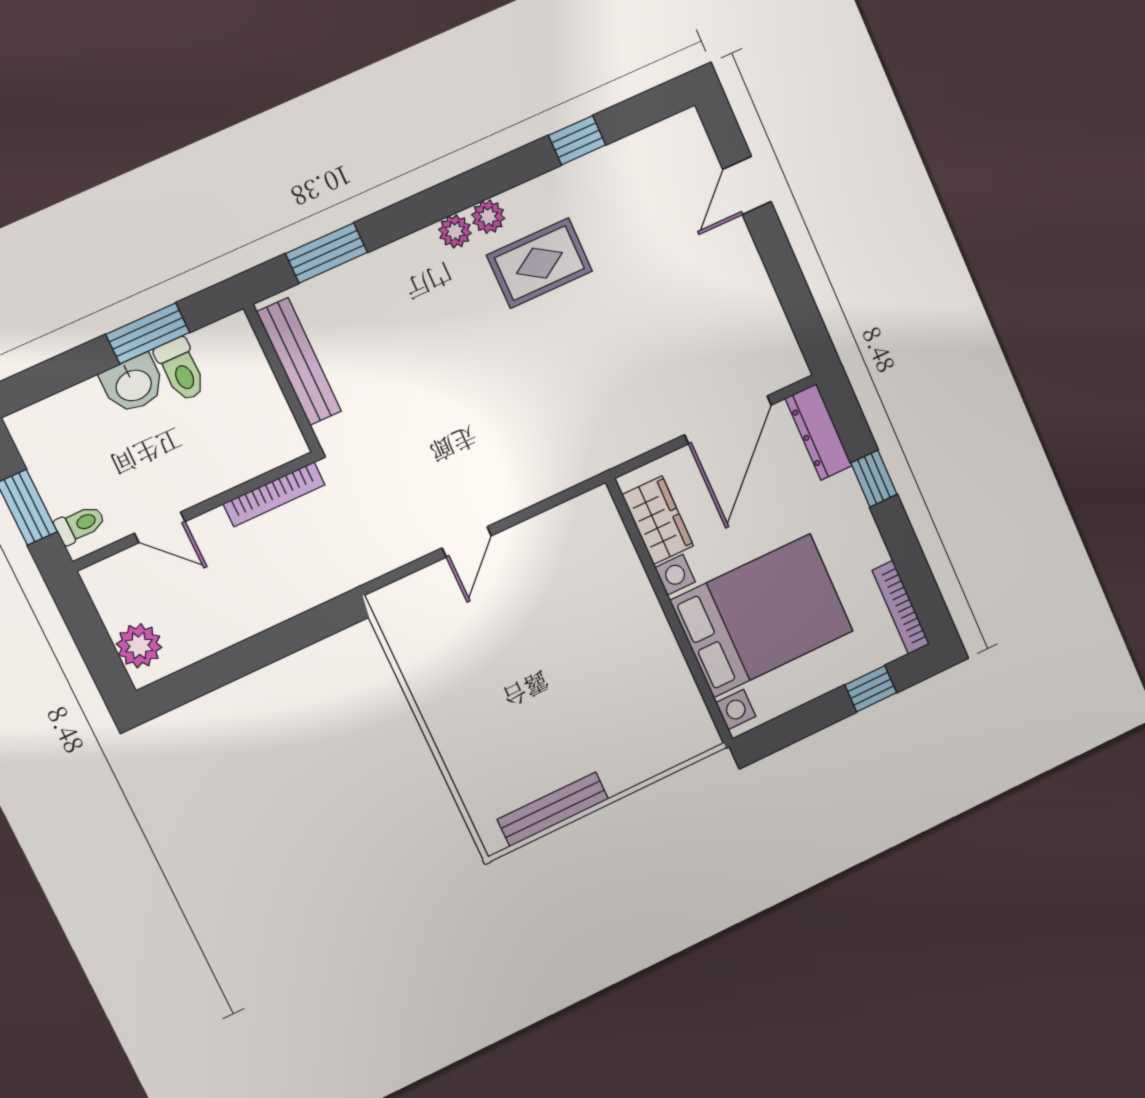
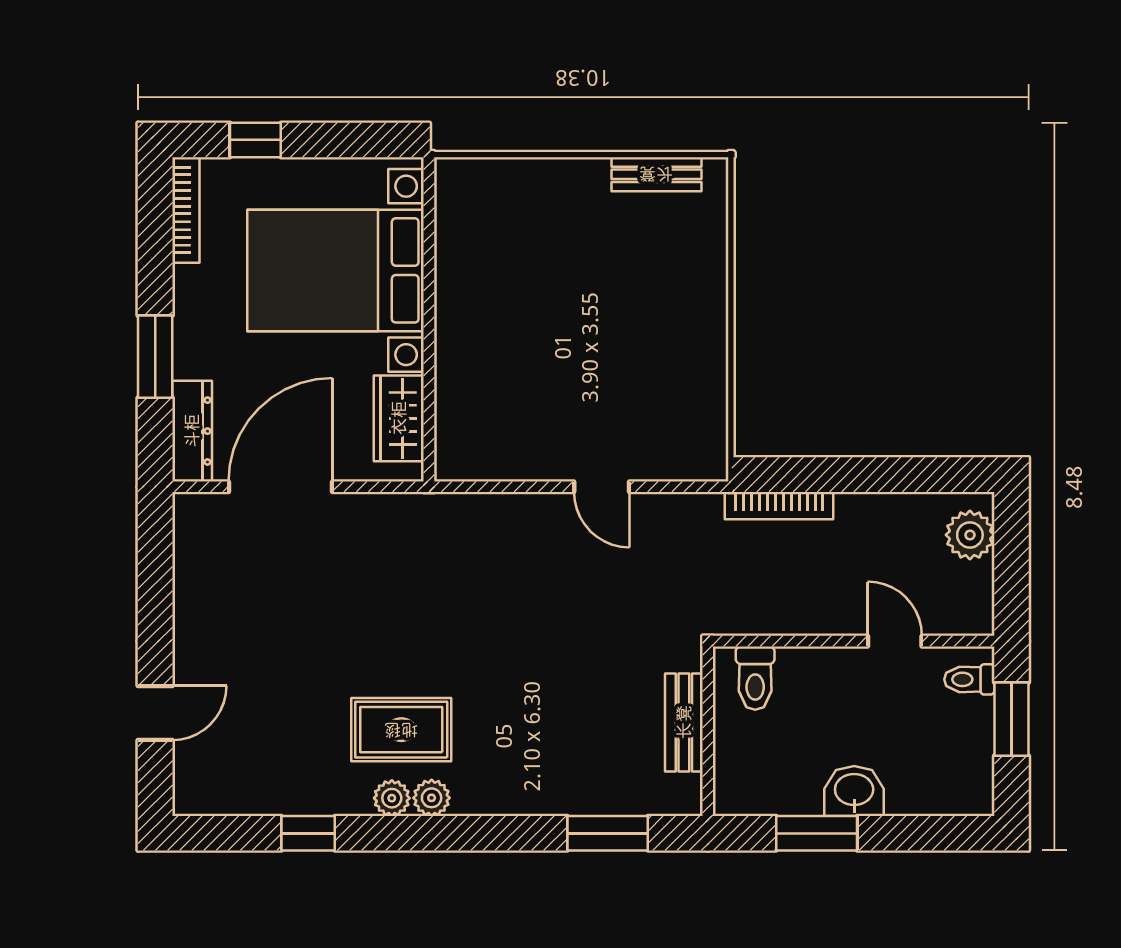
plant: (455, 231) -> (392, 798), moved
bench: (299, 362) -> (684, 722), width x0.73
toilet: (181, 370) -> (755, 678), moved, turned 180
window: (874, 479) -> (155, 357), width x1.50
bookcase: (274, 494) -> (779, 506), moved, turned 180
door: (467, 542) -> (602, 487), swing flipped
bench: (553, 809) -> (656, 174), width x0.73

